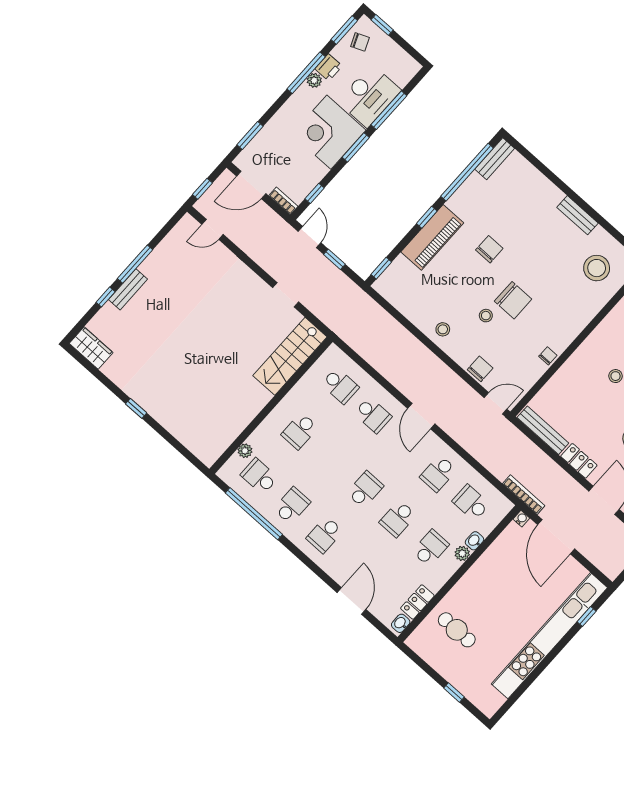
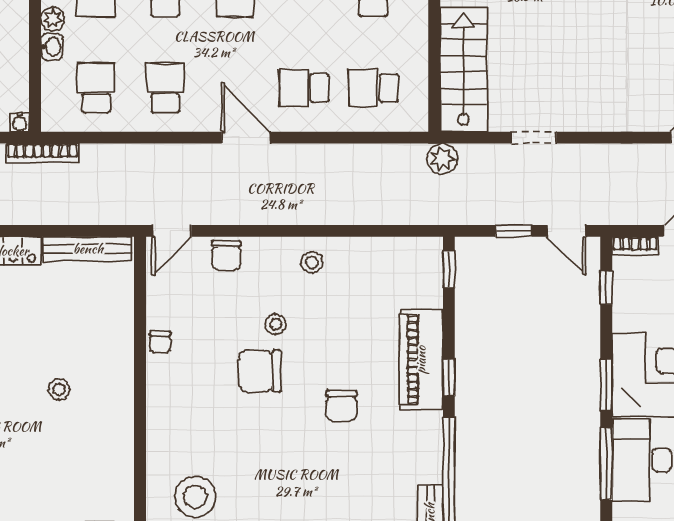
plant: (338, 323) -> (442, 159), added
school desk: (471, 503) -> (96, 88), turned -90

